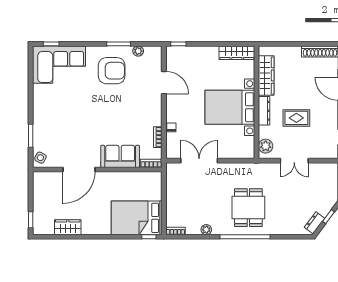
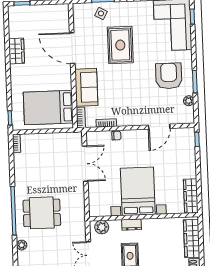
armchair: (112, 71) -> (169, 76), turned 180
wardrobe: (266, 76) -> (192, 238), moved, turned 90
dresser: (264, 111) -> (131, 225), width x0.70
rug: (78, 120) -> (120, 45), added
side table: (40, 158) -> (101, 13), moved
bed: (137, 218) -> (48, 108), moved, turned -90
wardrobe: (68, 227) -> (17, 51), moved
plant: (206, 230) -> (22, 245), moved

